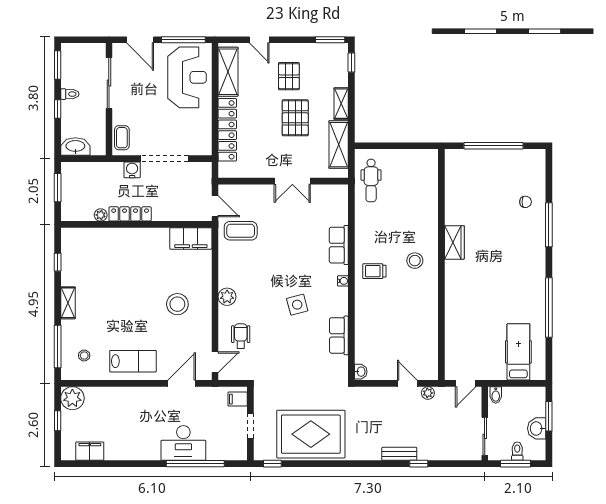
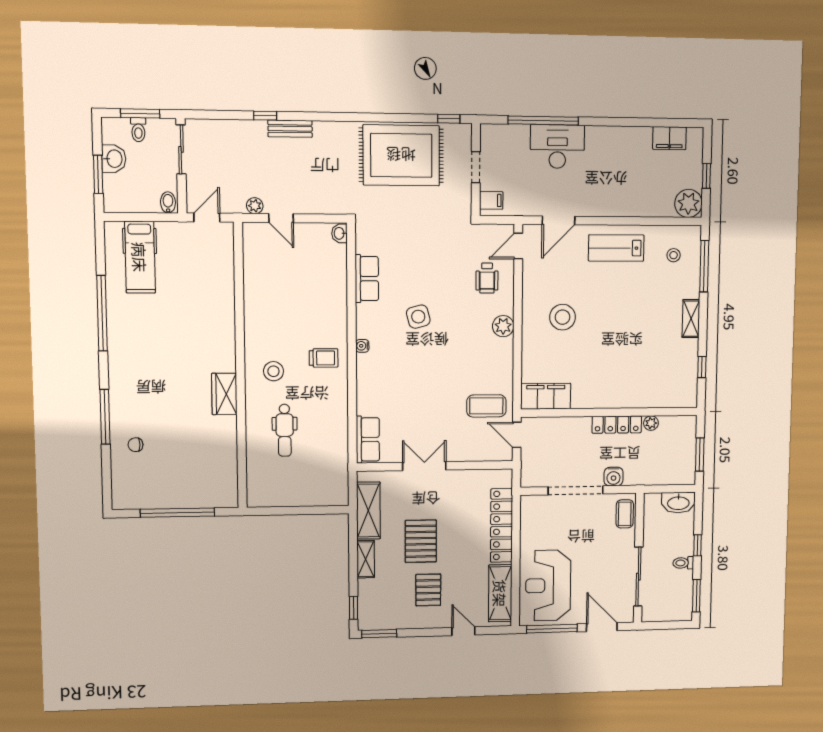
dental chair: (371, 180) -> (285, 430), moved, turned 180
row of seats: (339, 245) -> (368, 439), moved

